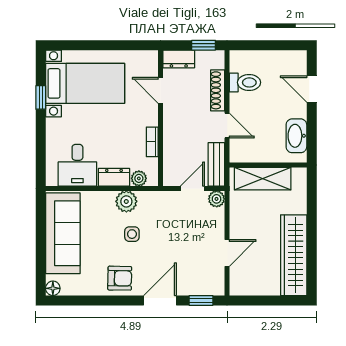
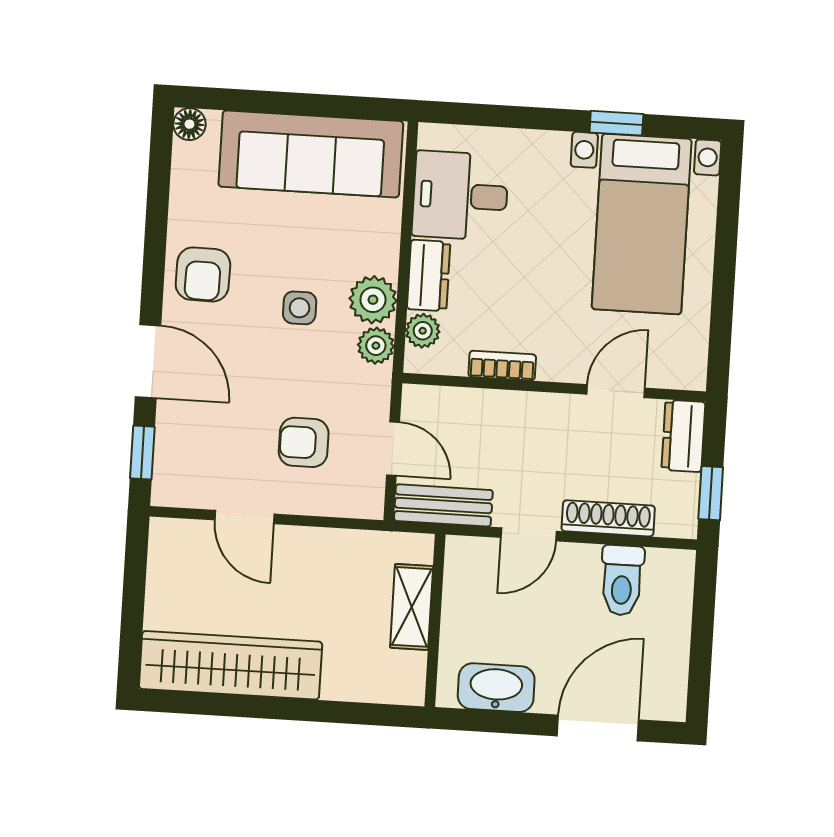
door: (312, 89) -> (598, 728), width x1.38
shelving: (263, 179) -> (412, 607), width x0.67, depth x0.75
plant: (217, 199) -> (376, 346), moved
armchair: (192, 229) -> (304, 442), added

